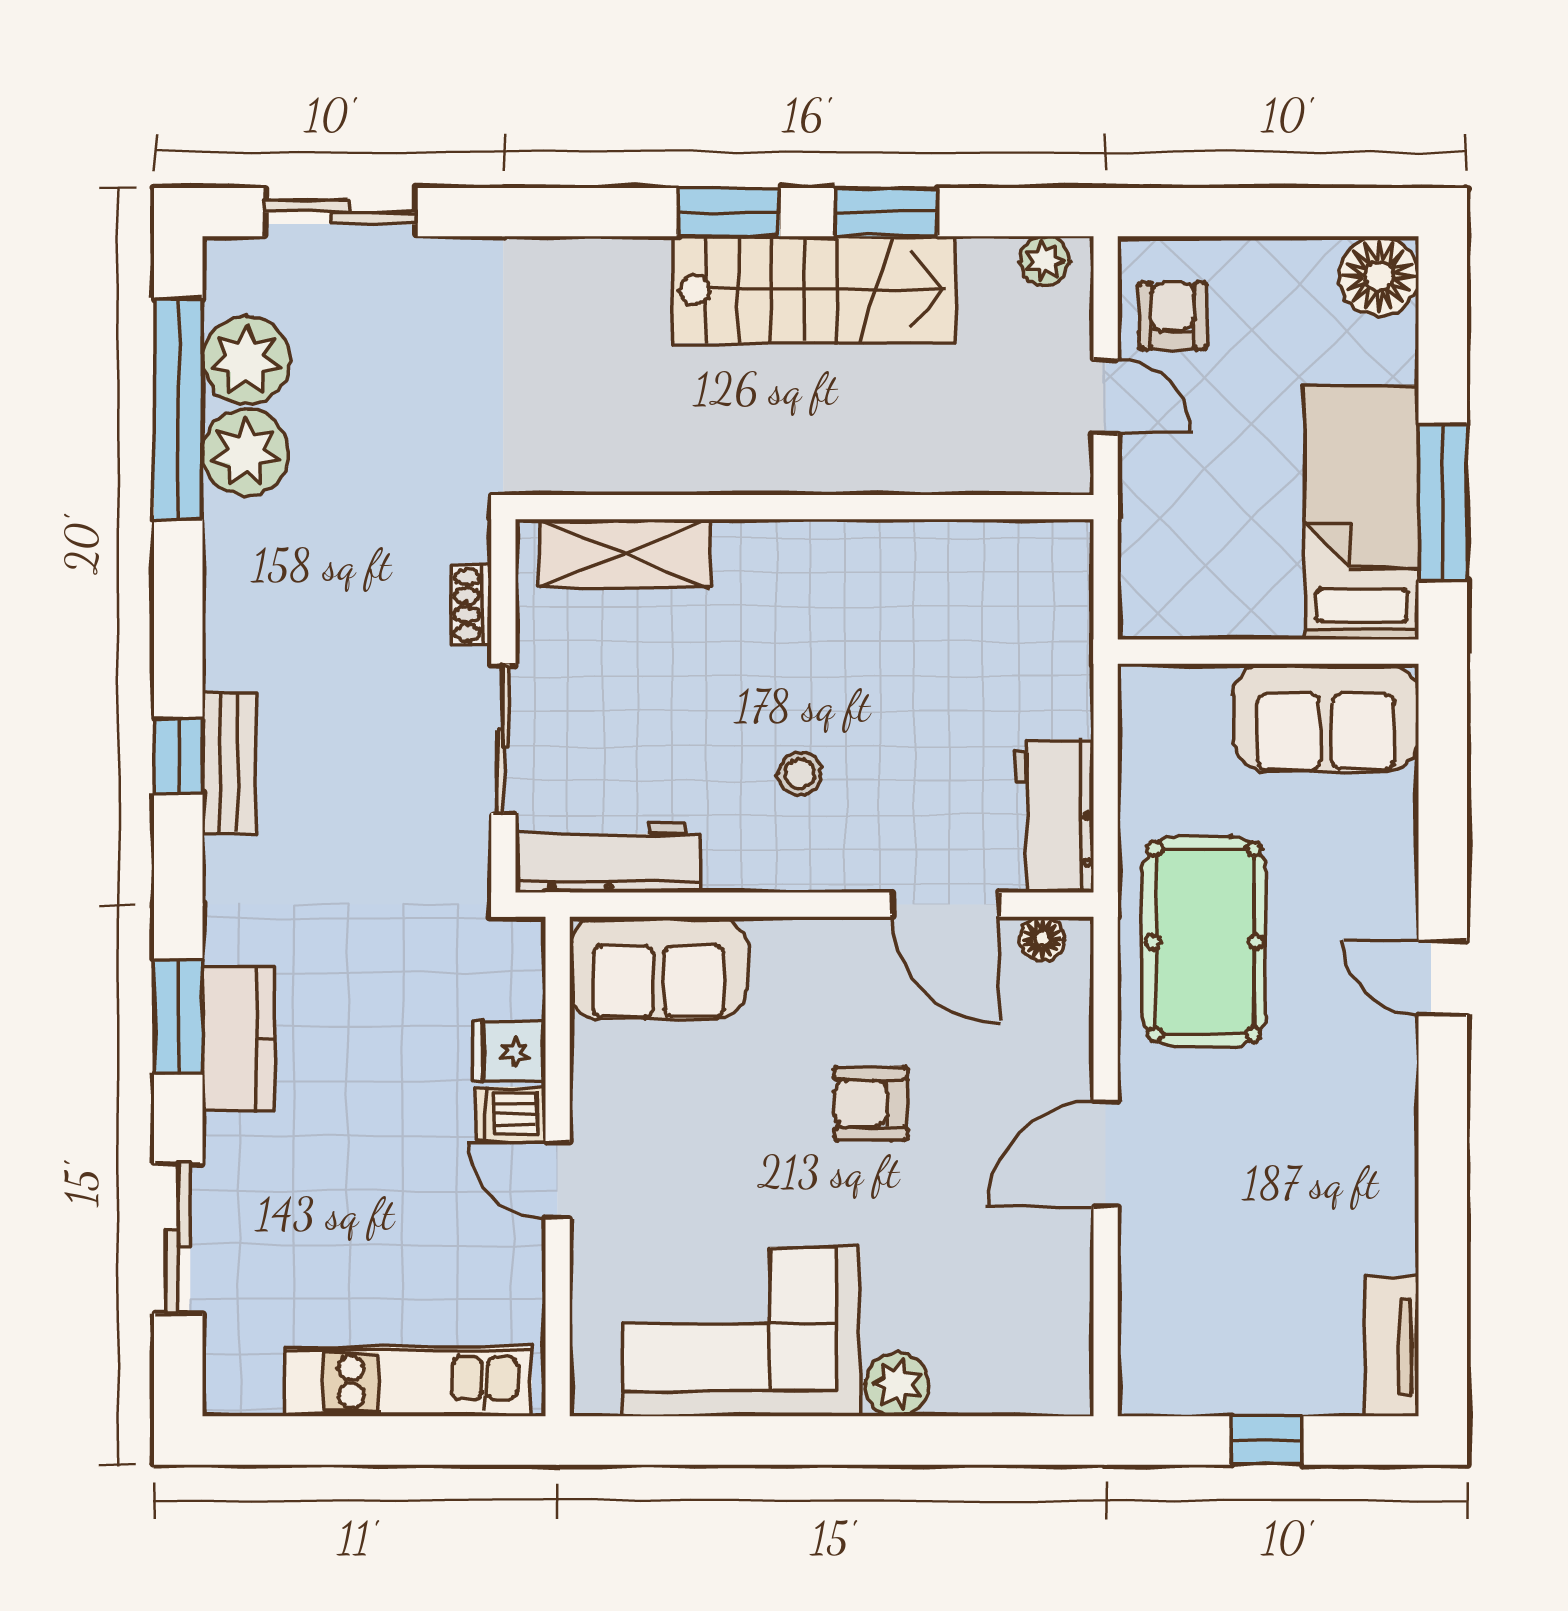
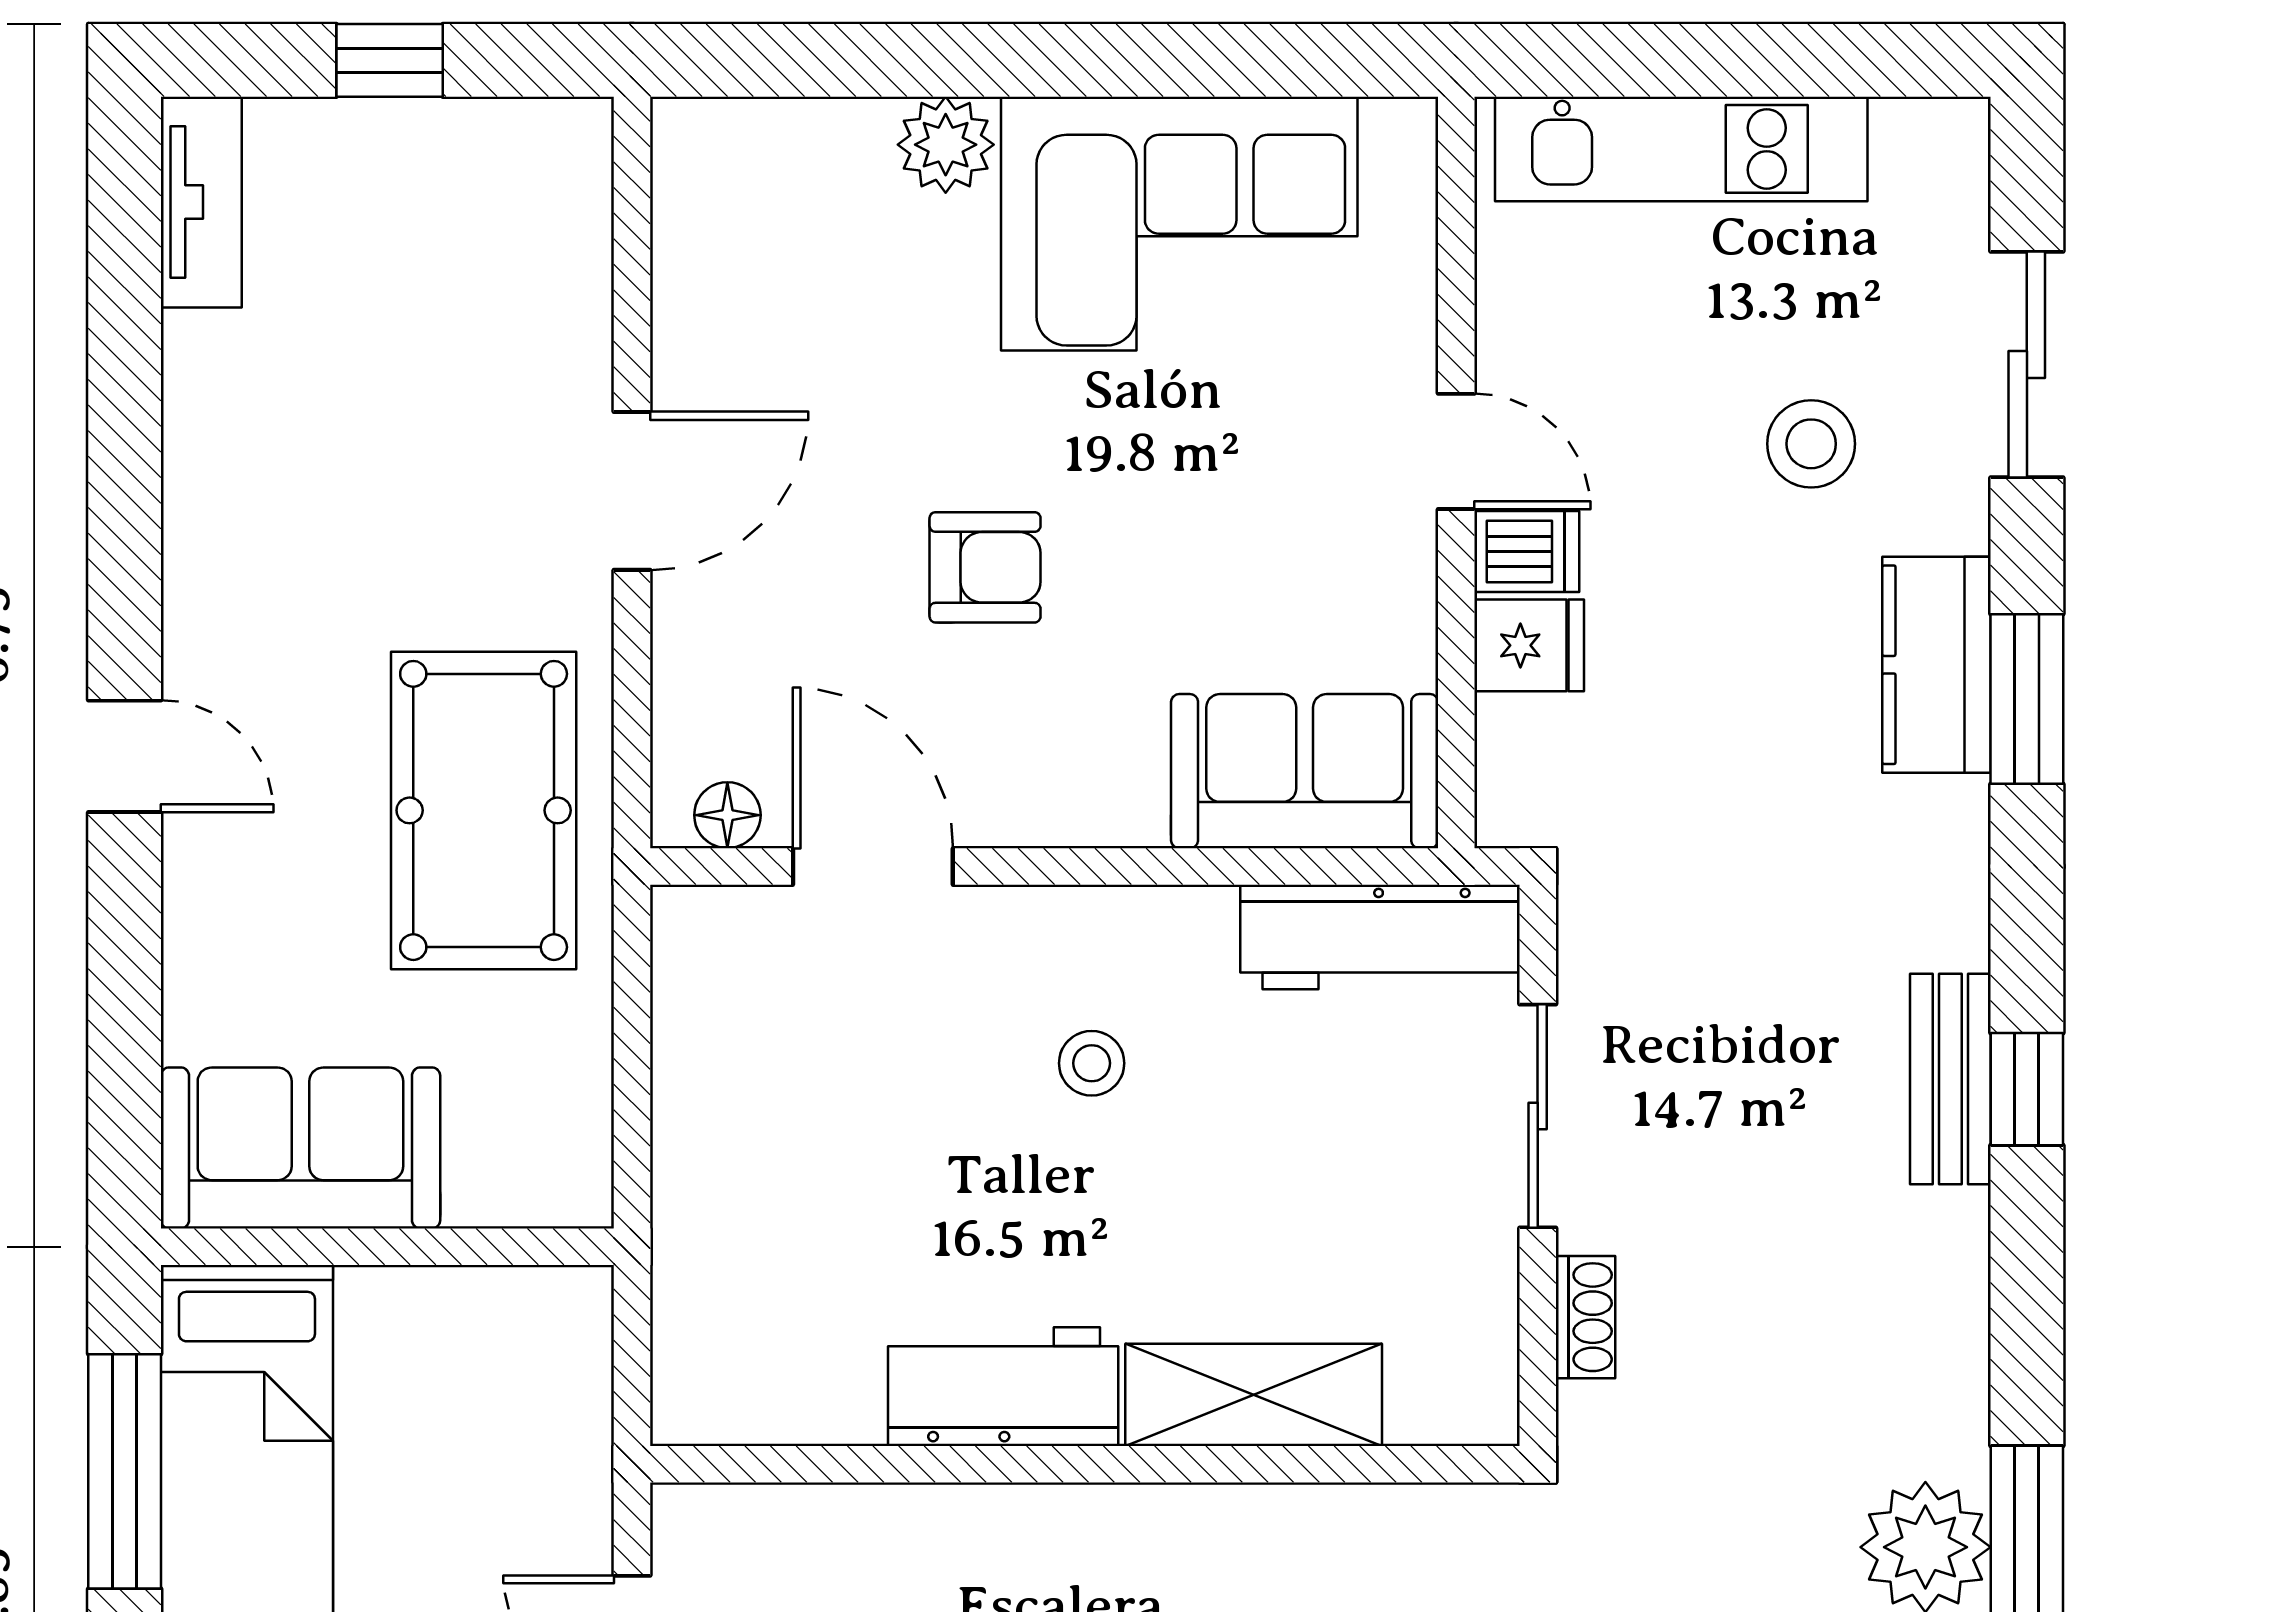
shelving: (625, 553) -> (1254, 1395), moved
workbench: (1054, 816) -> (1003, 1387), moved, turned -90
stool: (322, 1186) -> (1811, 444), added

